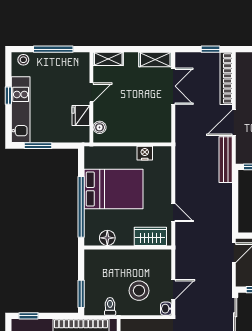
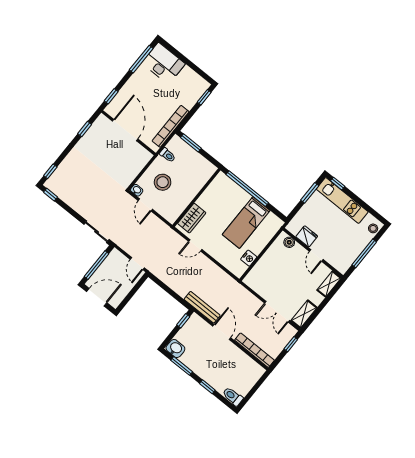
window: (210, 49) -> (291, 344), moved
window: (8, 96) -> (338, 184), moved
bed: (114, 189) -> (246, 222), width x0.67
floor lamp: (107, 238) -> (213, 189), removed

